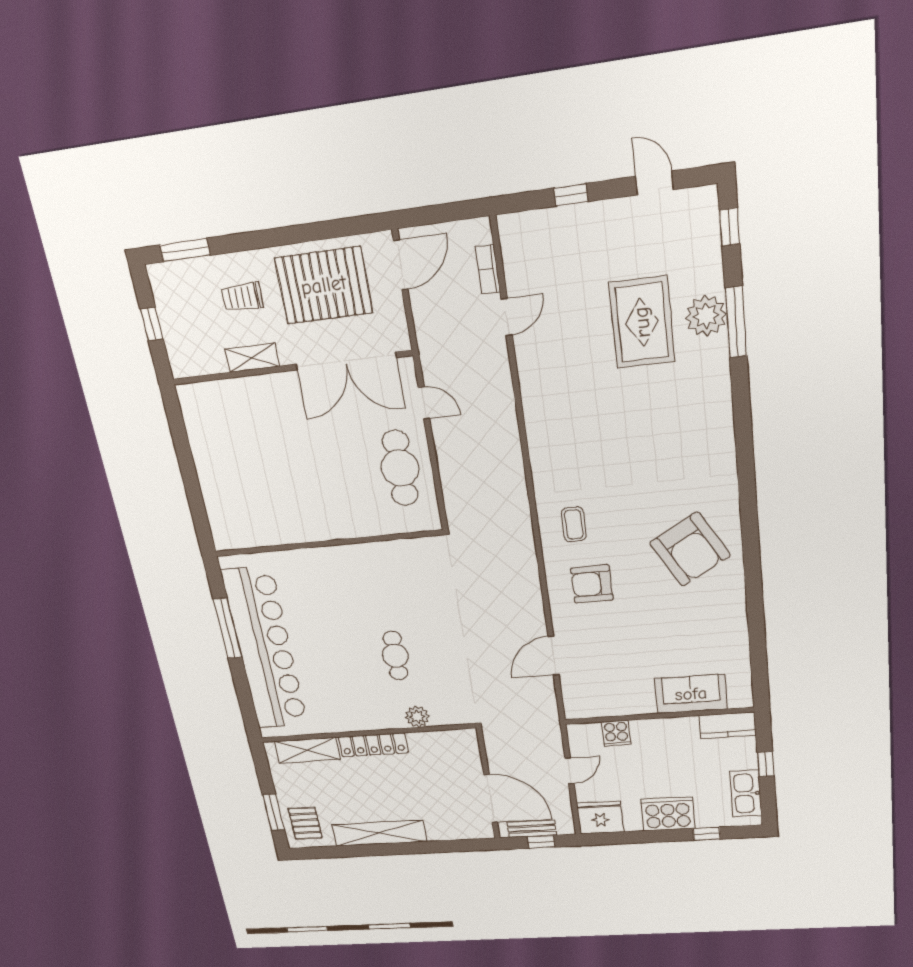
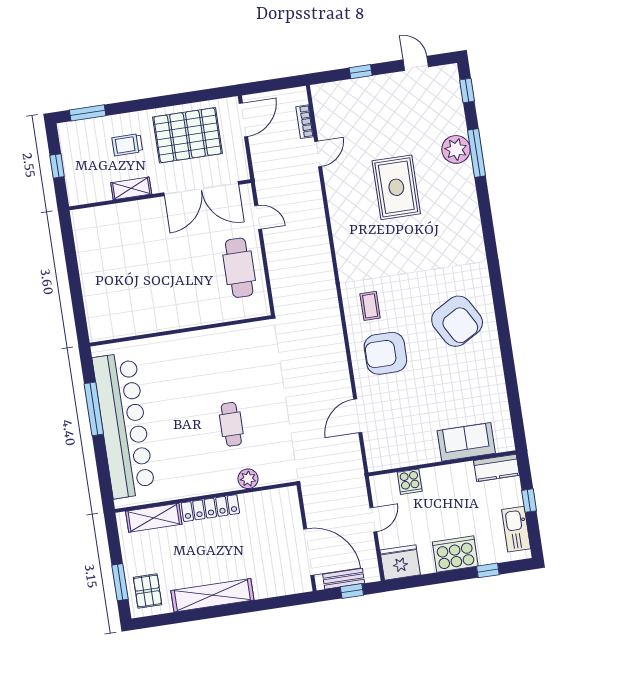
rug: (642, 322) -> (396, 187), moved
armchair: (592, 584) -> (385, 353), width x1.36, depth x1.36

